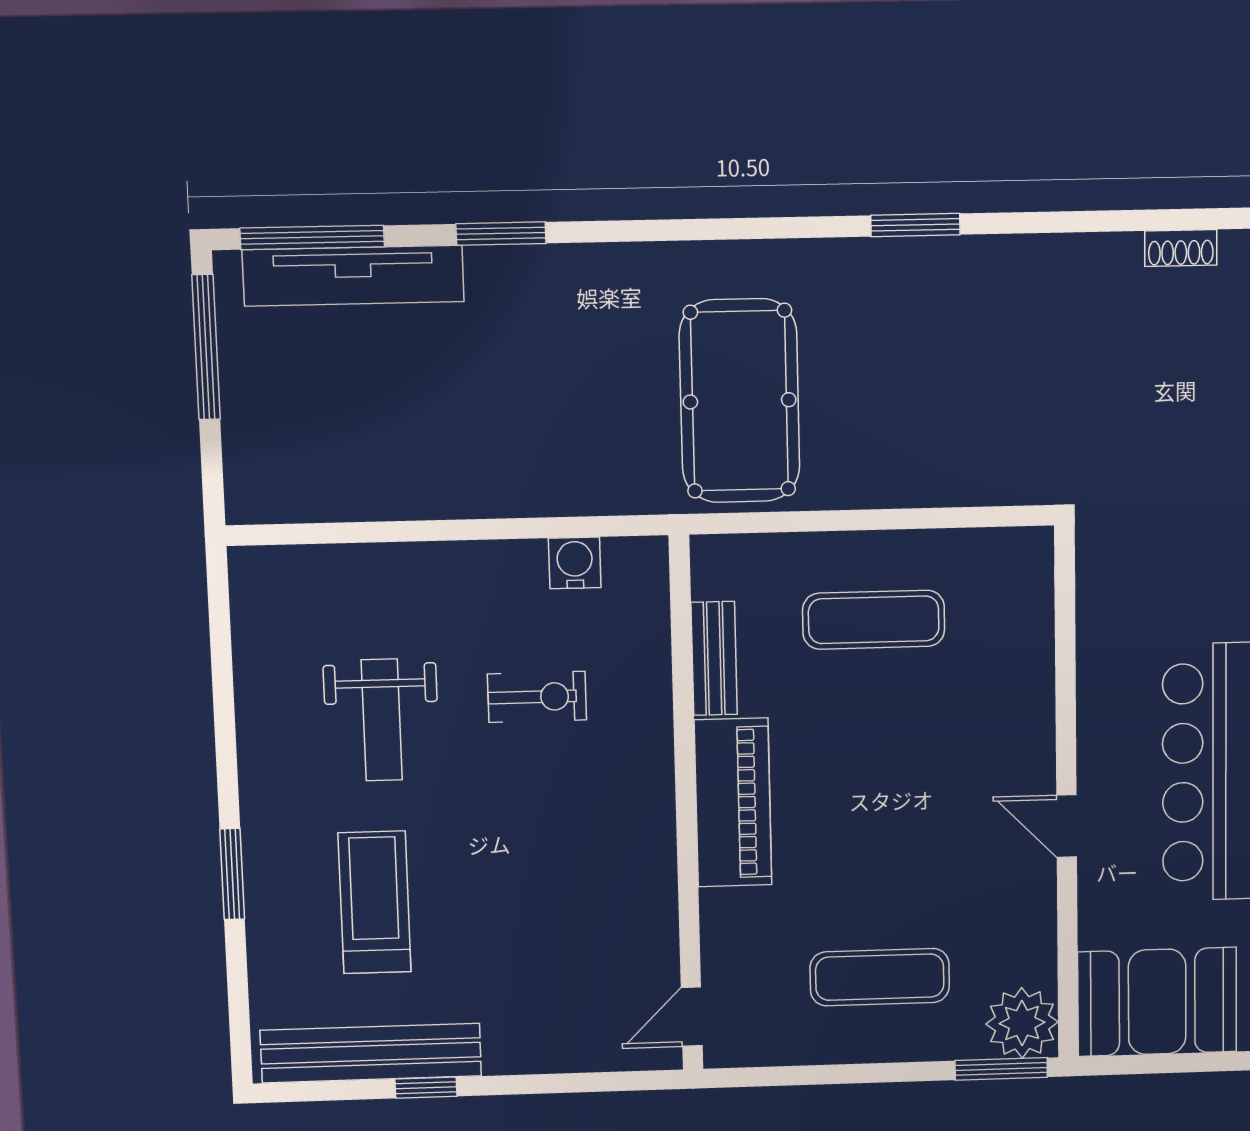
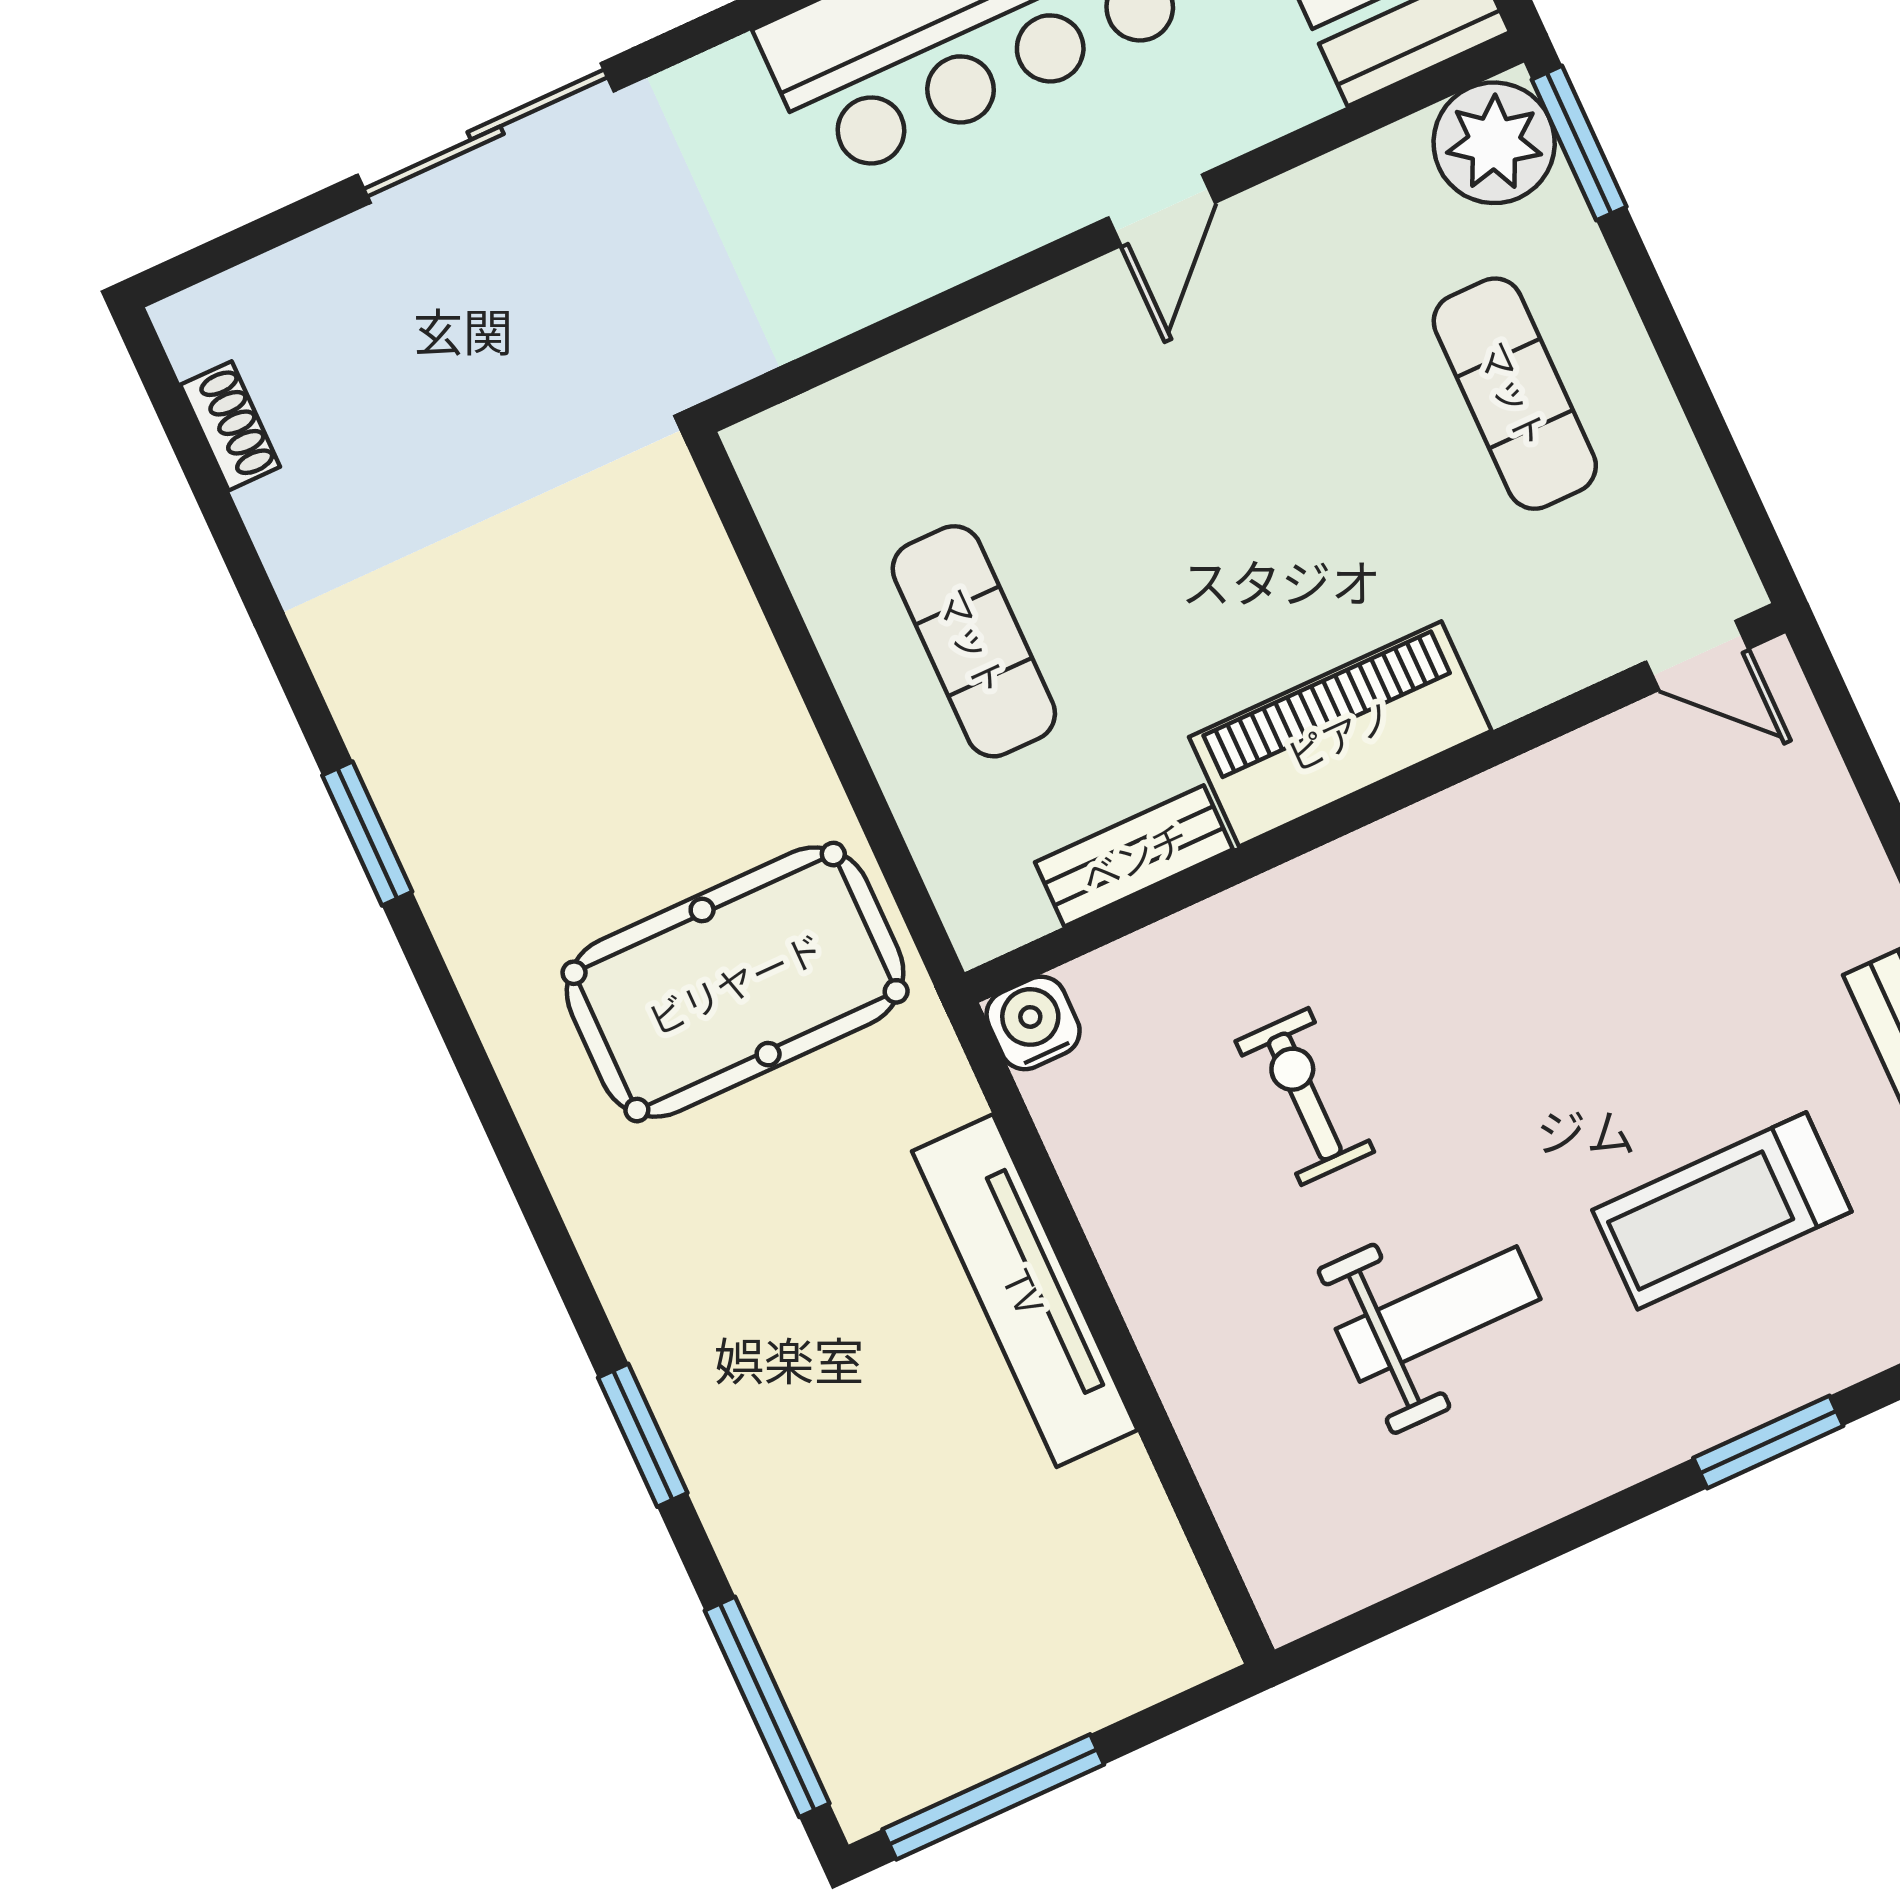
tv unit: (353, 276) -> (1025, 1291), moved, turned 180
water cooler: (575, 563) -> (1033, 1023), moved, turned 90

